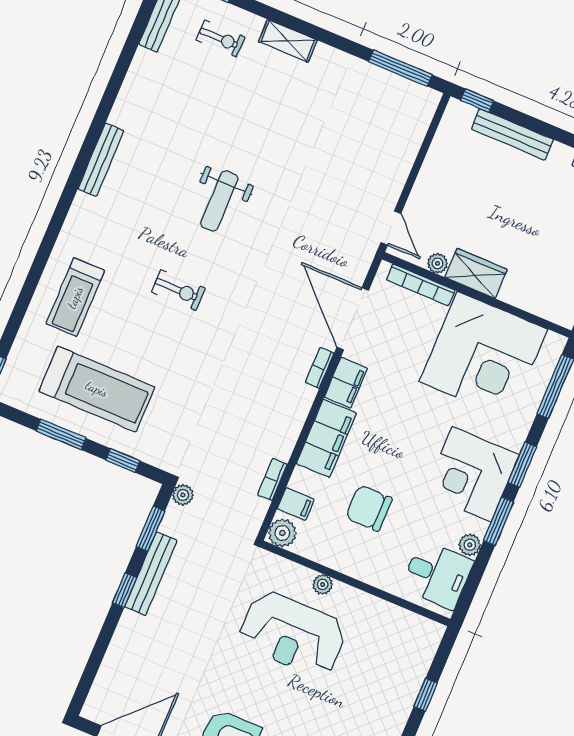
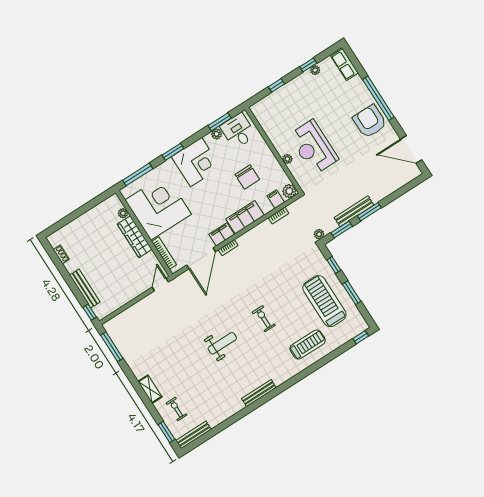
plant: (437, 263) -> (123, 213), moved
wardrobe: (476, 273) -> (135, 237), width x1.50
window: (498, 521) -> (220, 122), moved
window: (125, 590) -> (369, 212), width x1.50
reception desk: (293, 634) -> (313, 147), turned 180

